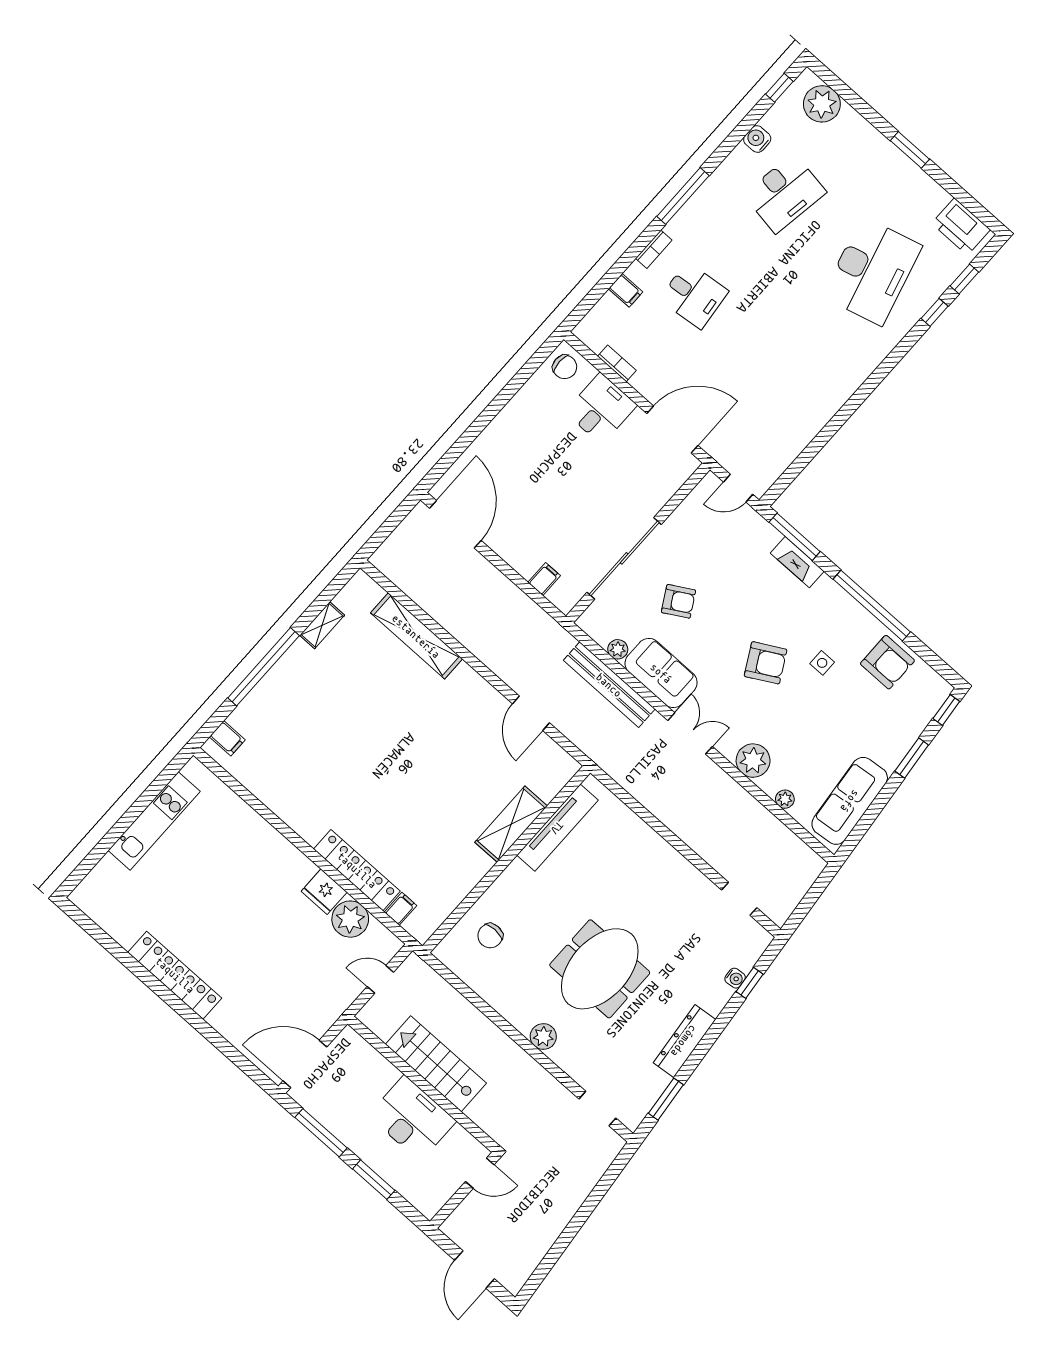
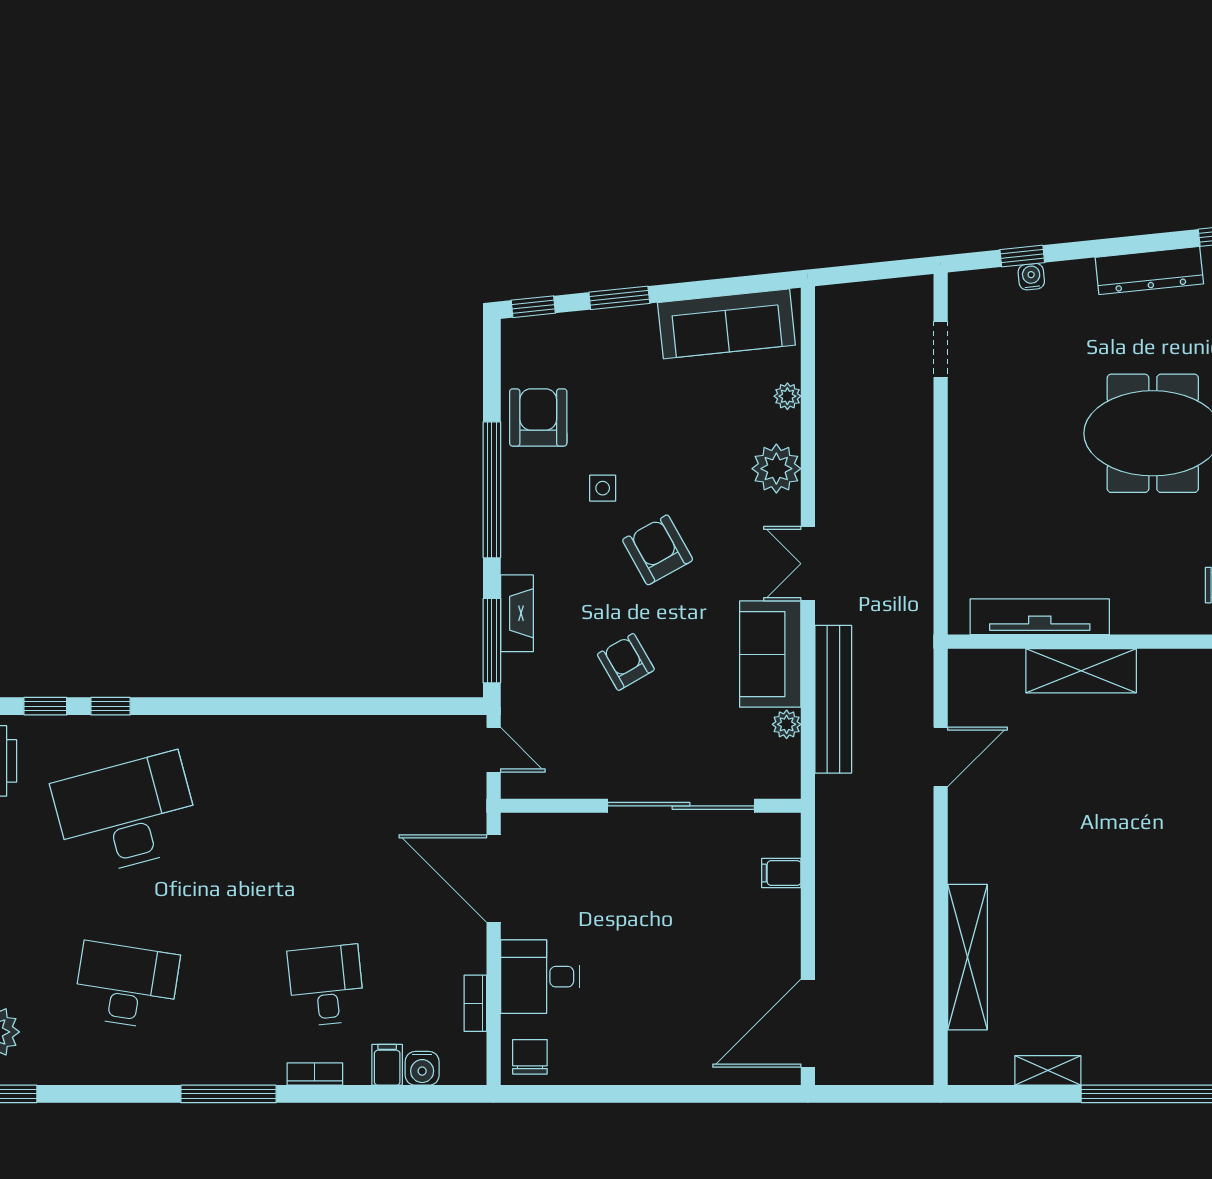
water cooler: (757, 139) -> (422, 1068), moved
armchair: (679, 601) -> (626, 662), moved

